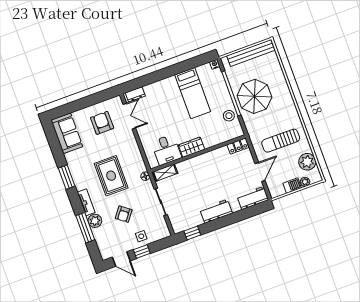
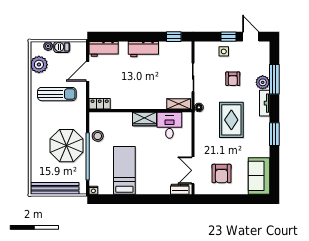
armchair: (124, 214) -> (233, 79), turned 143

